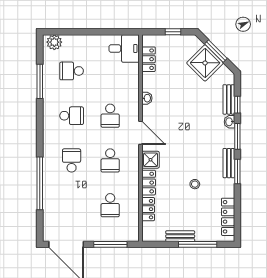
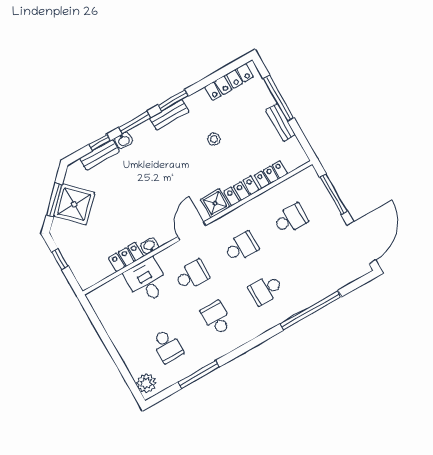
desk: (124, 48) -> (147, 281), moved
locker: (149, 59) -> (126, 257), moved

